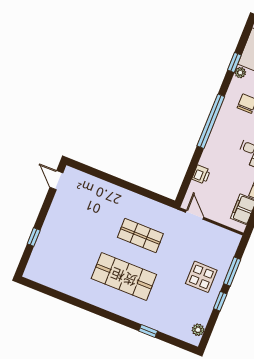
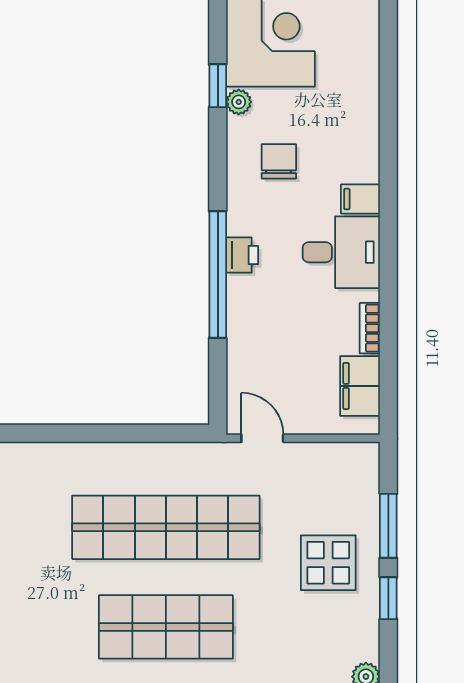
window: (211, 121) -> (218, 275), moved
printer: (201, 174) -> (242, 255), moved
shop shelf: (140, 236) -> (166, 527), width x2.00, depth x1.36

